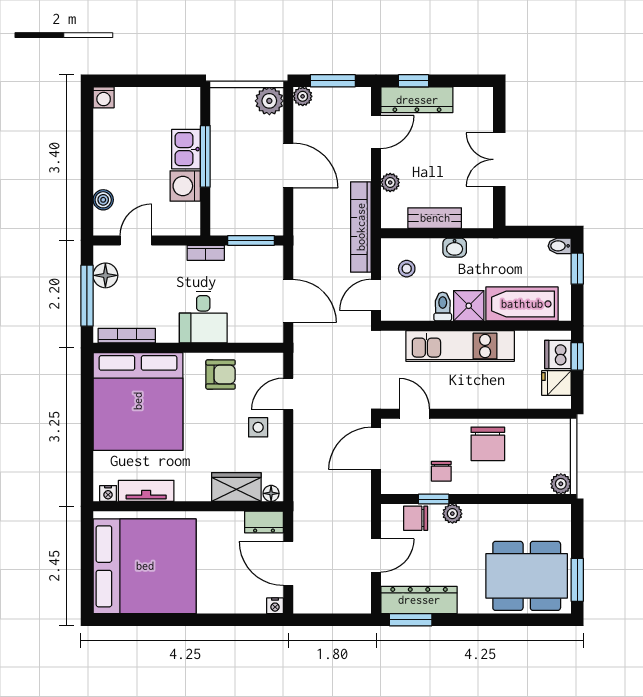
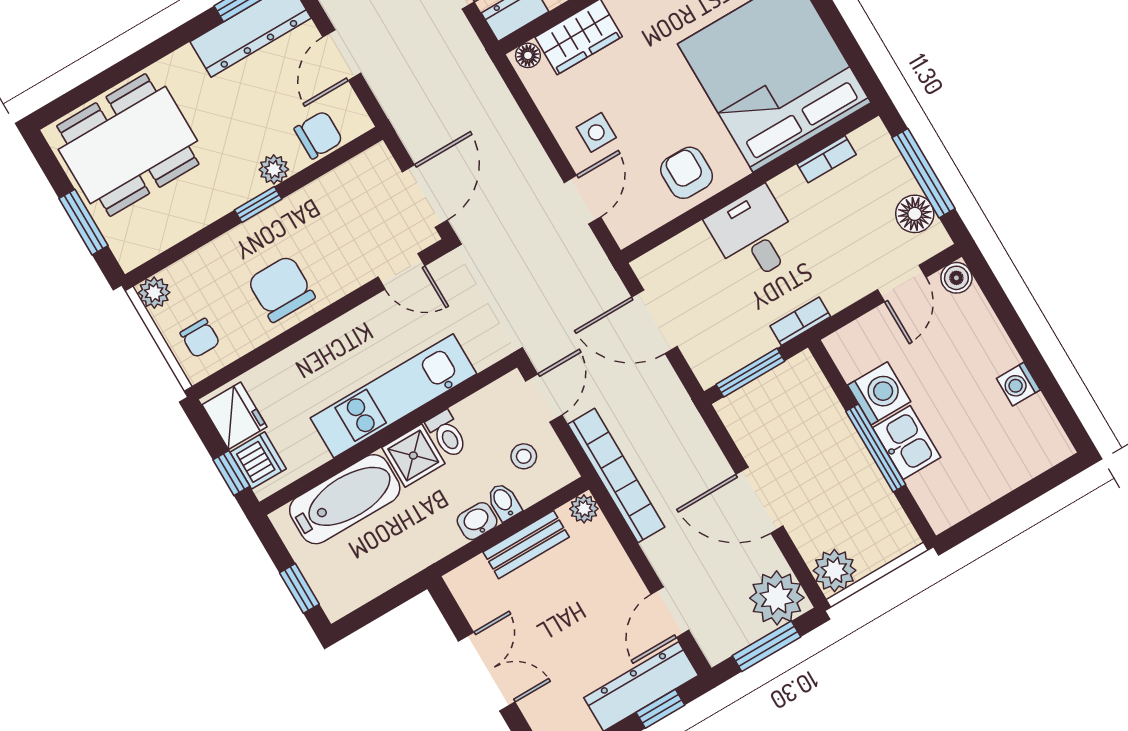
plant: (303, 96) -> (777, 598), width x1.87, depth x1.87
washing machine: (104, 97) -> (1018, 384), moved, turned -90
plant: (390, 182) -> (584, 509), moved
boiler: (103, 200) -> (956, 278), moved
bidet: (560, 246) -> (504, 502), moved, turned -90
bookcase: (127, 336) -> (827, 159), width x0.64
armchair: (221, 374) -> (687, 173), turned 90
fridge: (556, 383) -> (234, 416), width x1.38
chair: (441, 471) -> (200, 338), moved, turned 180
window: (434, 499) -> (258, 204), moved
window: (577, 580) -> (84, 222), moved

